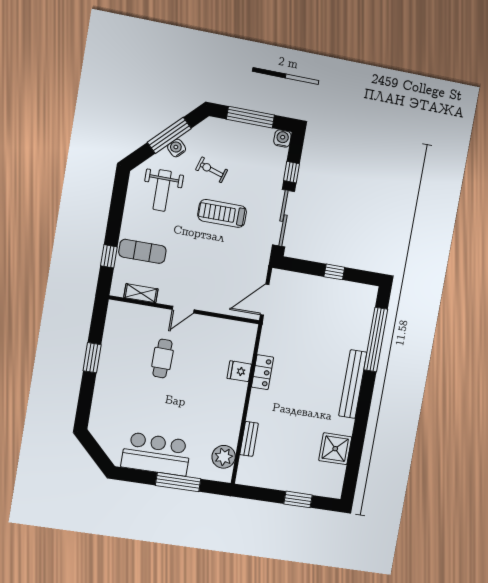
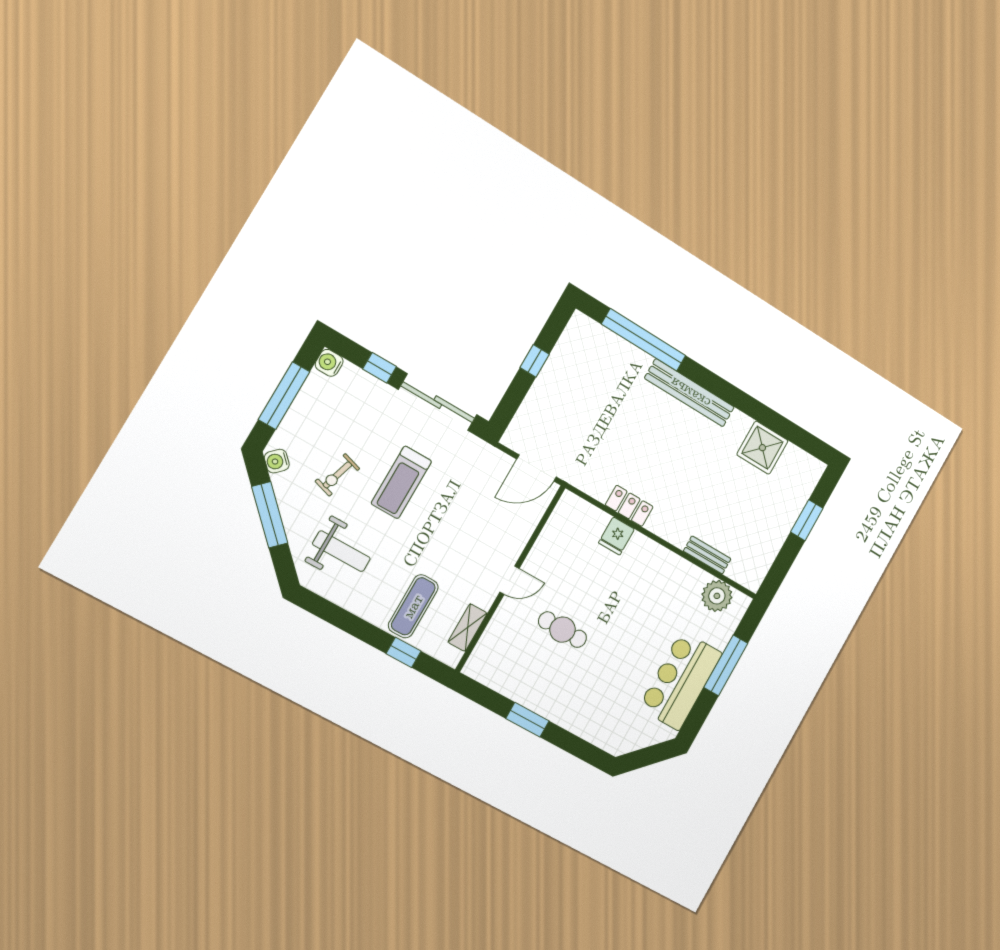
water cooler: (177, 148) -> (277, 461), moved
door: (265, 300) -> (537, 468), hinge flipped
door: (183, 310) -> (509, 580), hinge flipped

